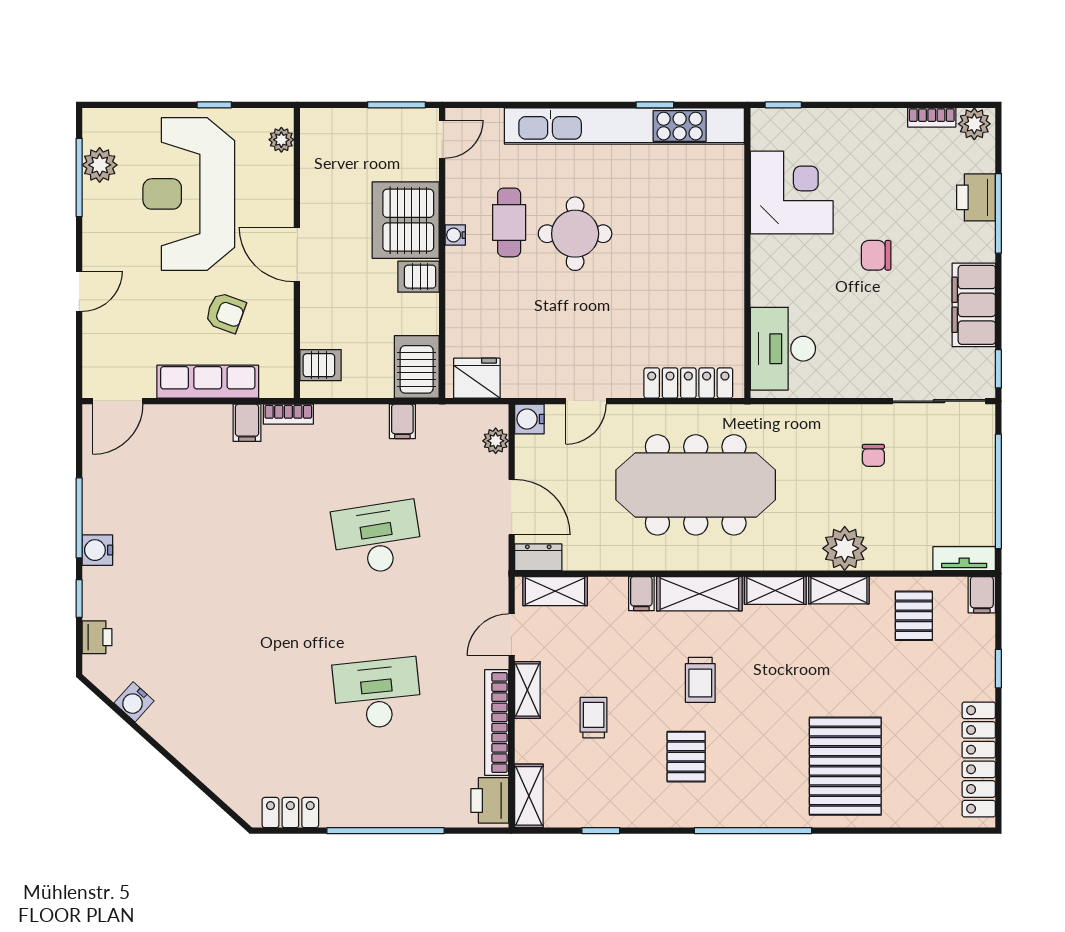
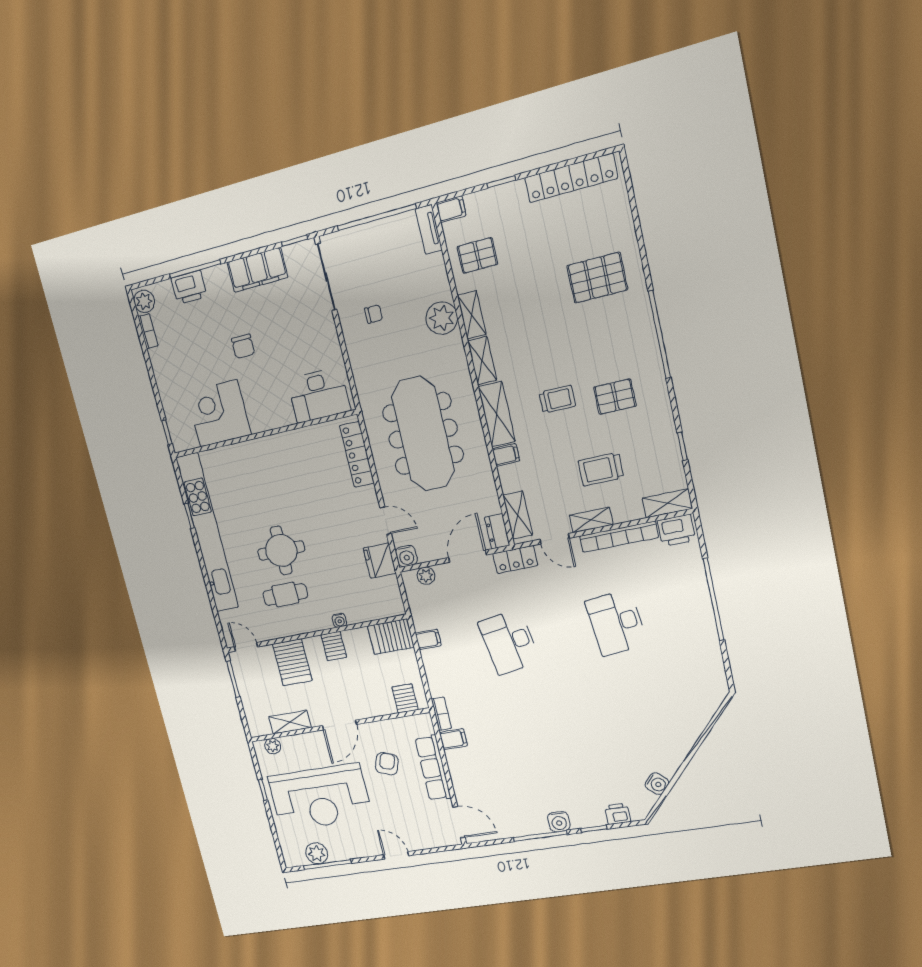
shelving: (314, 178) -> (290, 722), added
server rack: (406, 220) -> (292, 662), width x0.62
water cooler: (455, 235) -> (339, 620), moved
fridge: (477, 378) -> (380, 561), moved
trolley: (594, 718) -> (601, 469), width x1.36, depth x1.39
pallet: (845, 766) -> (597, 278), width x0.73, depth x0.71
locker: (290, 813) -> (515, 560), moved, turned -90

